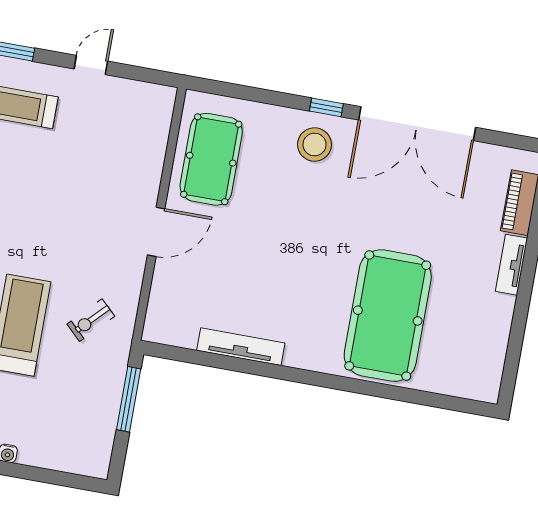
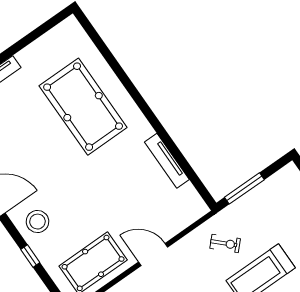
window: (326, 107) -> (30, 256), moved
pool table: (388, 316) -> (83, 107), turned 90

